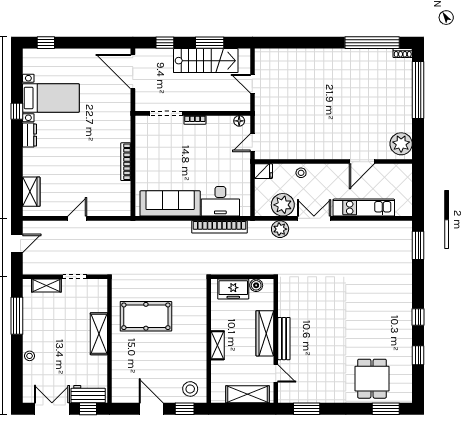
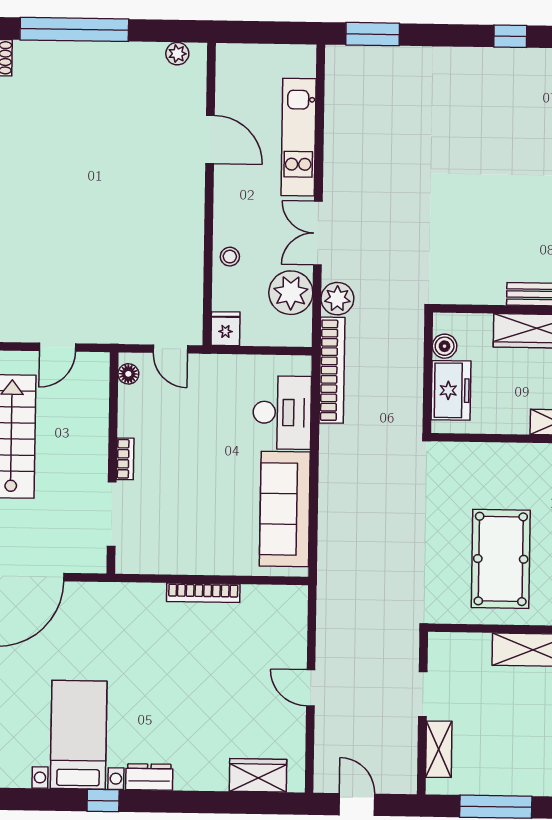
plant: (401, 144) -> (177, 54), width x0.53, depth x0.53
bookcase: (219, 227) -> (332, 370), moved

